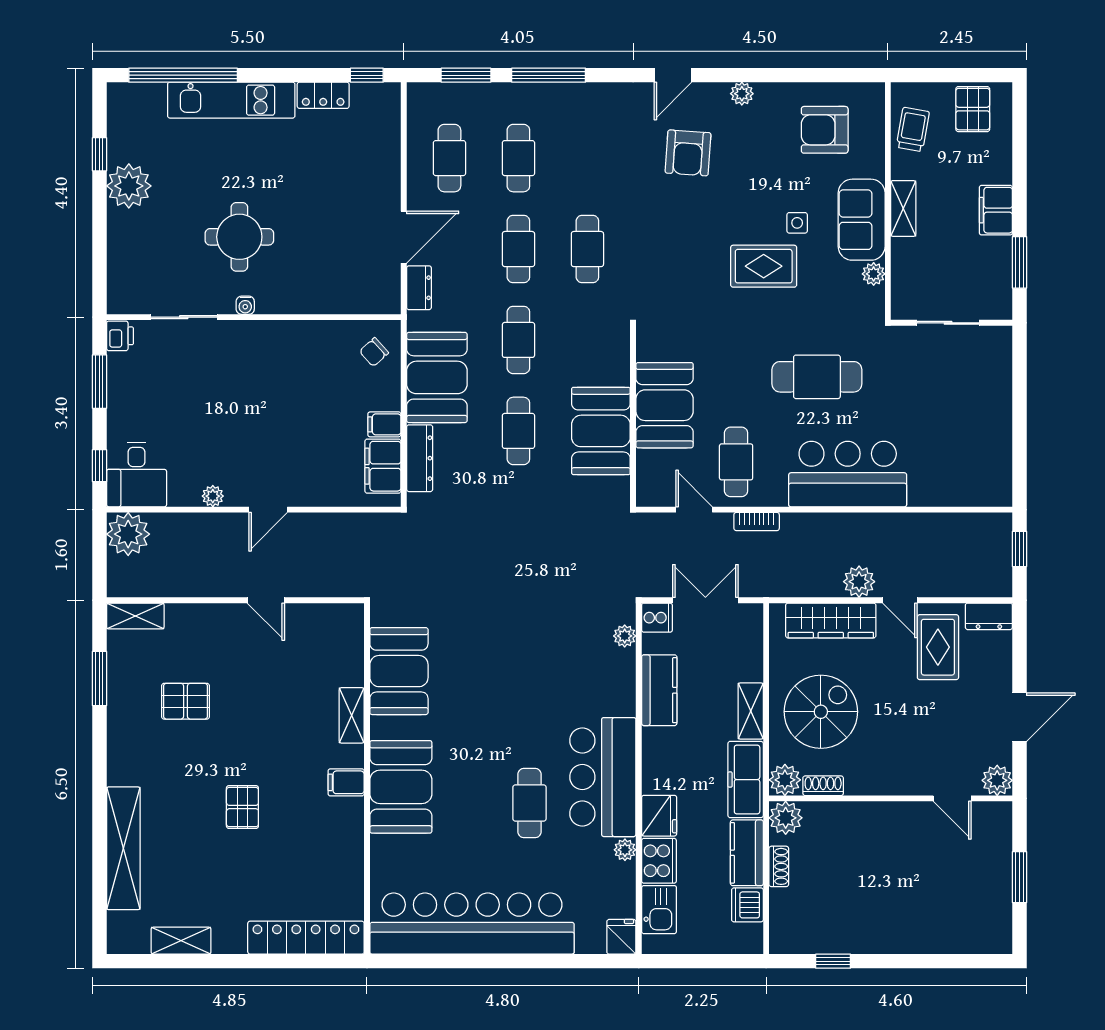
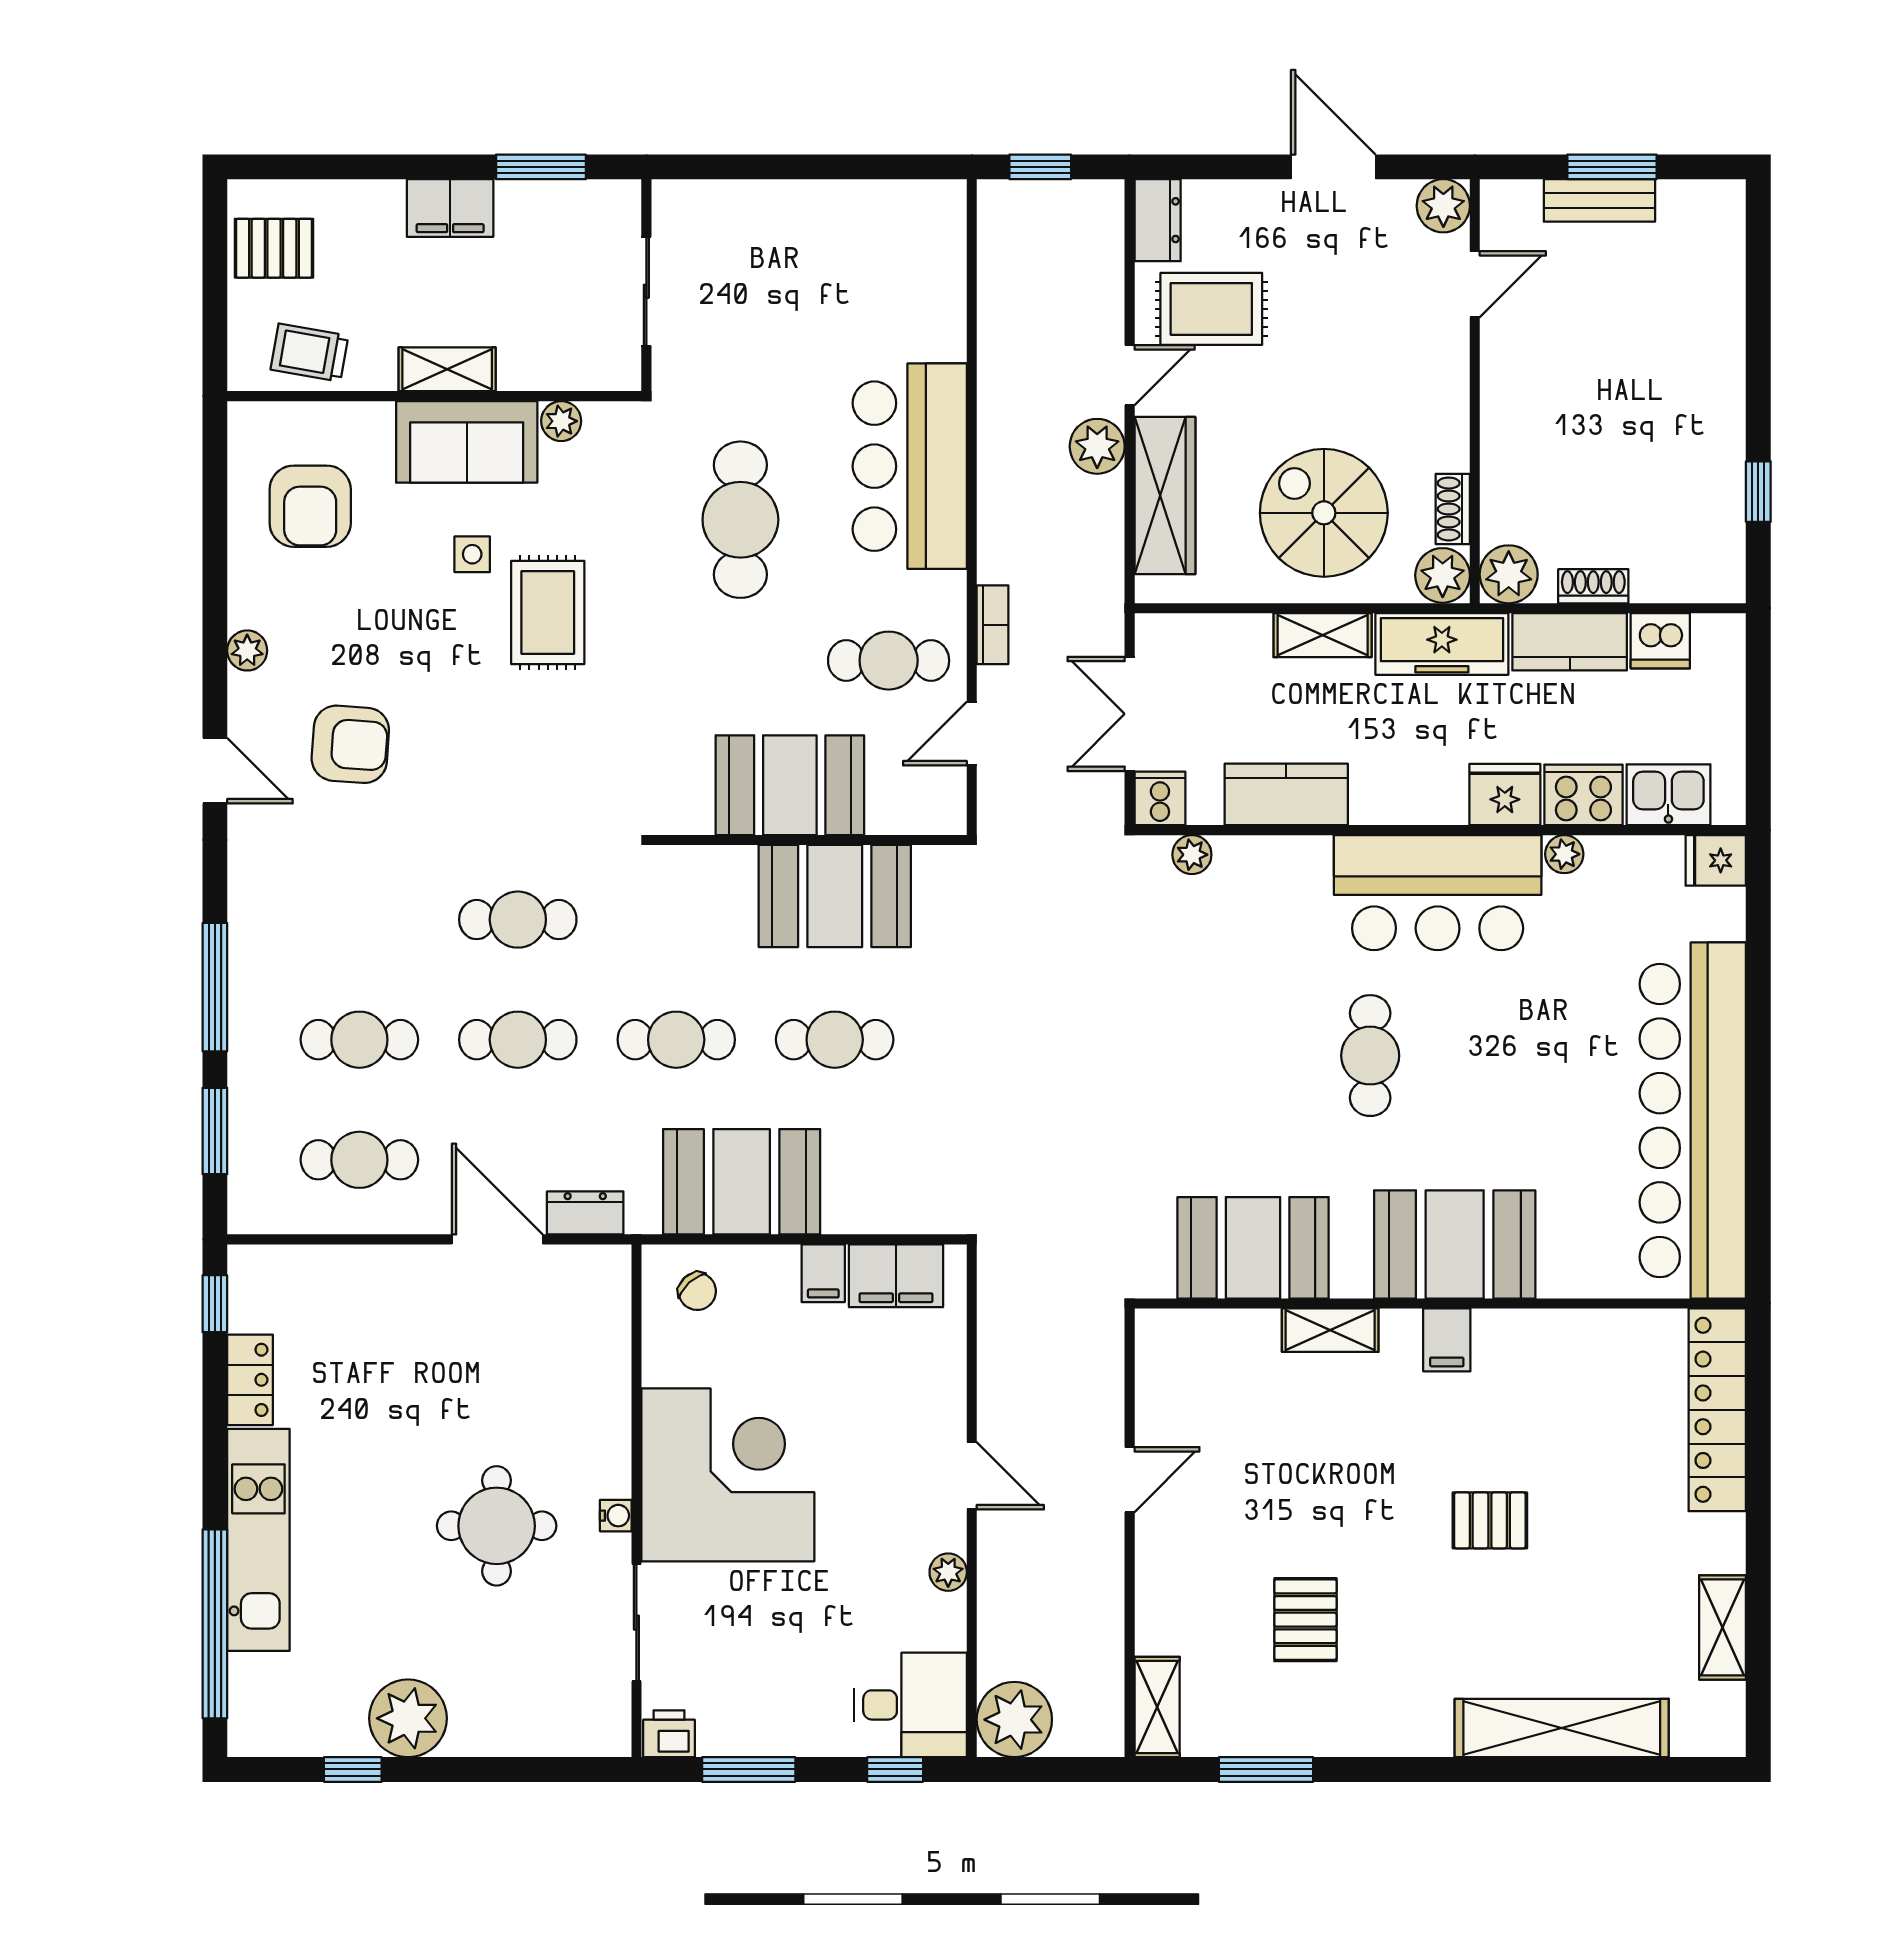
corner desk: (269, 370) -> (728, 1475), added
dresser: (420, 458) -> (882, 1212), removed
cafe table: (529, 803) -> (1370, 1056), moved, turned 90
bench: (1000, 870) -> (1599, 200), added

